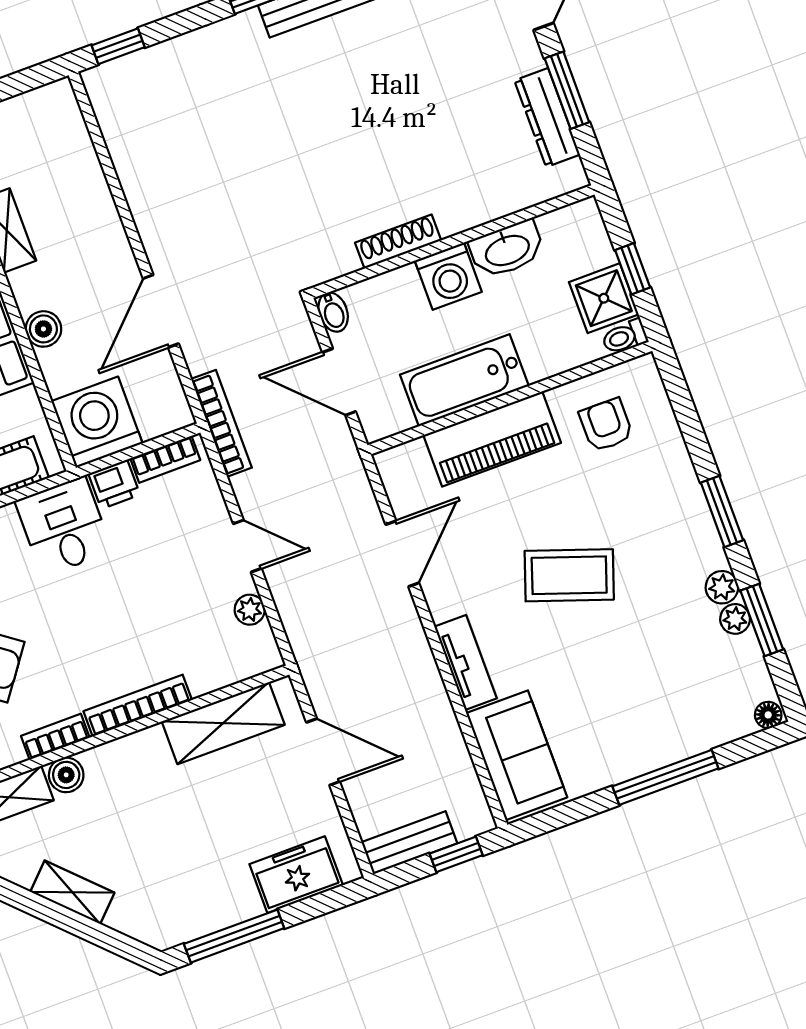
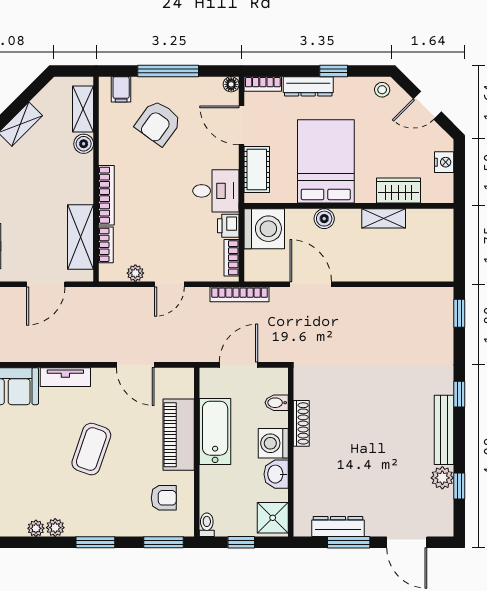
washbasin: (507, 249) -> (276, 474), width x0.72
shower: (604, 298) -> (273, 518), moved
bidet: (333, 312) -> (277, 403), moved
window: (762, 620) -> (163, 542), moved
bookcase: (55, 737) -> (106, 245), moved

